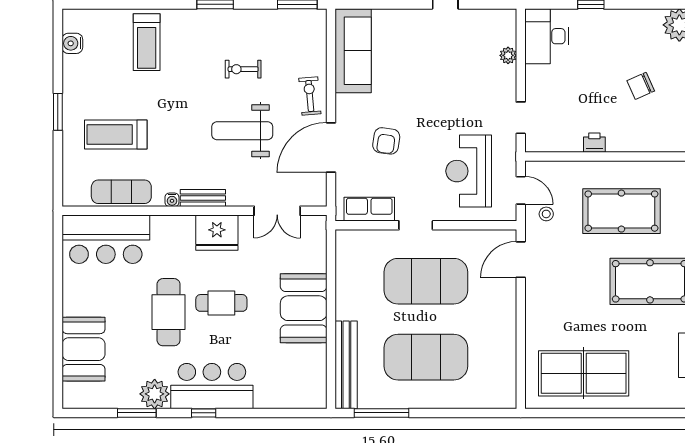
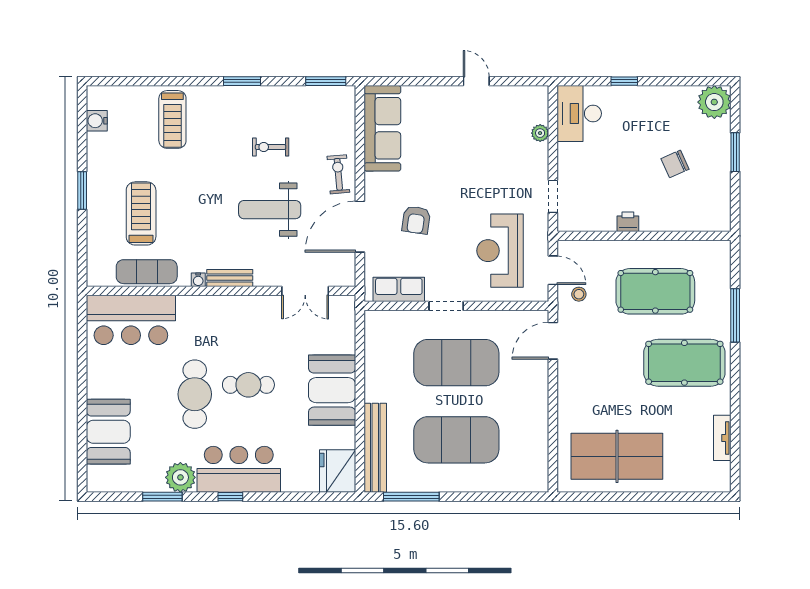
treadmill: (116, 135) -> (141, 213), turned 90
fridge: (217, 233) -> (338, 471), moved, turned 90

